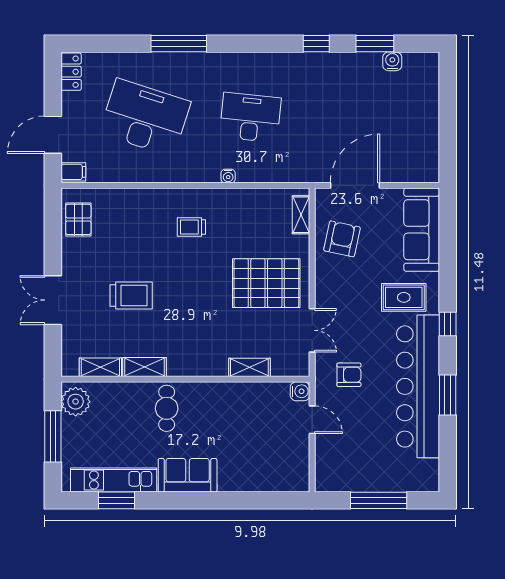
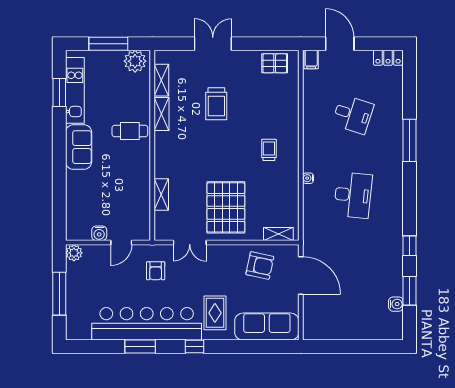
desk: (145, 117) -> (353, 114), width x0.53, depth x0.77
water cooler: (300, 391) -> (99, 233), moved
plant: (325, 481) -> (74, 253), added

